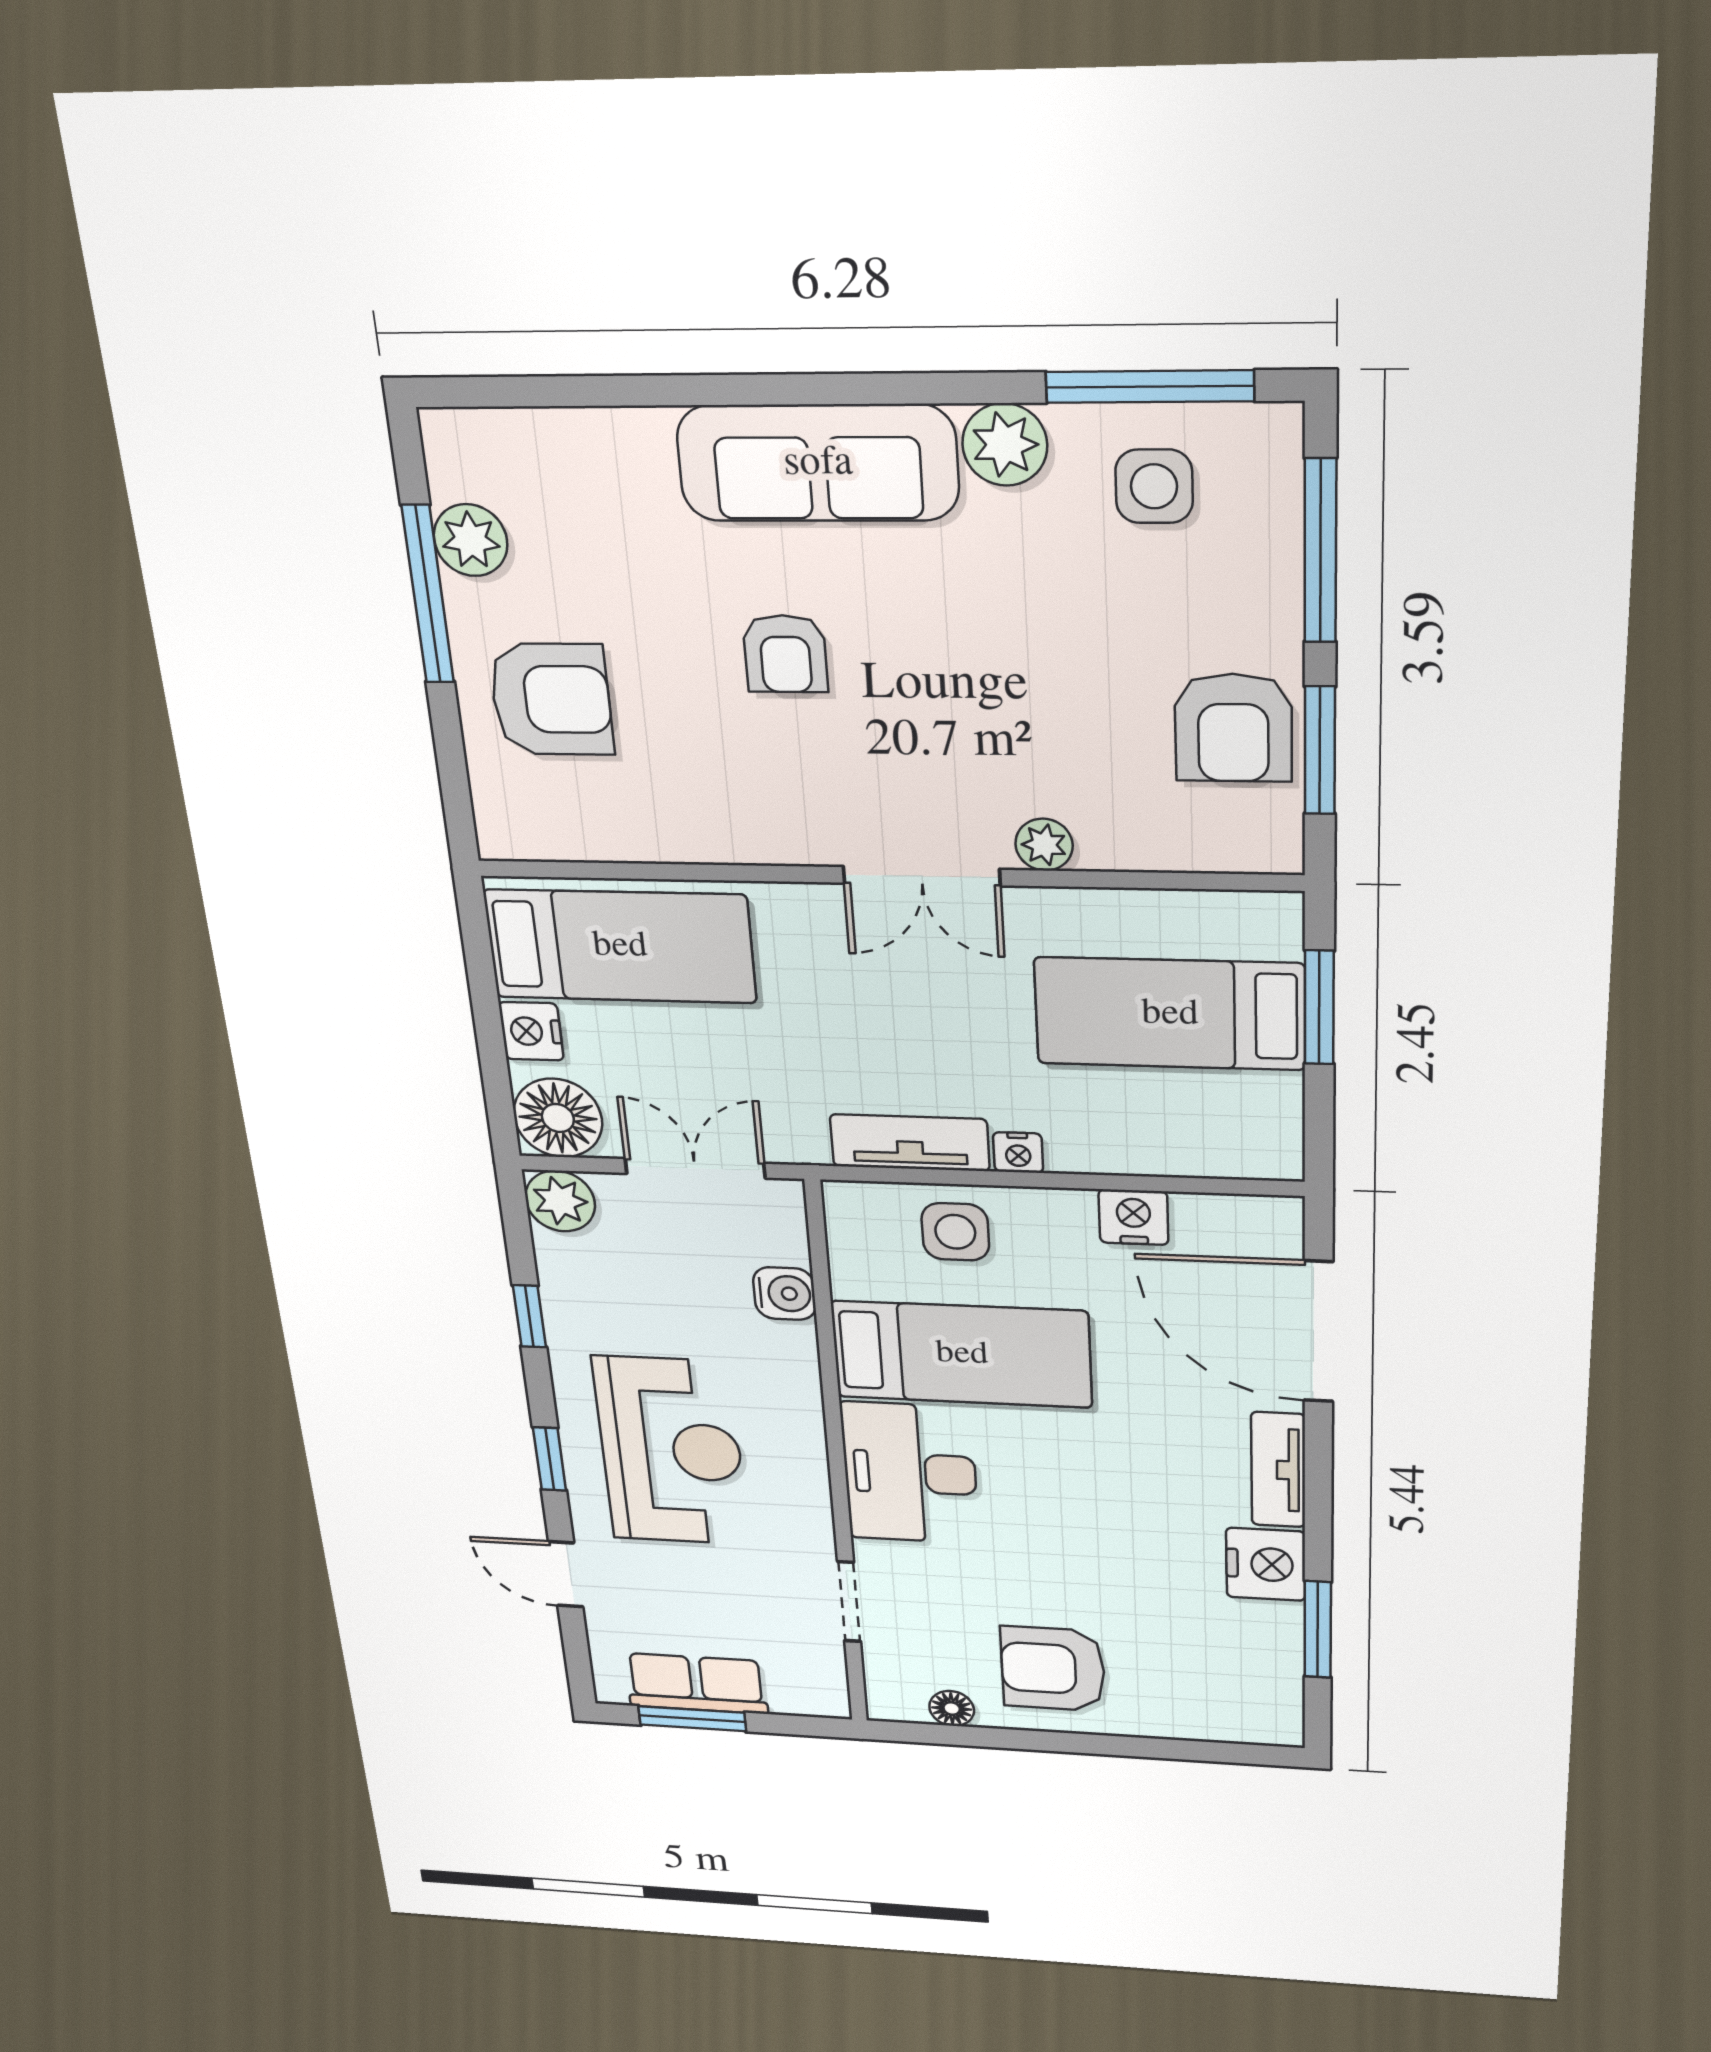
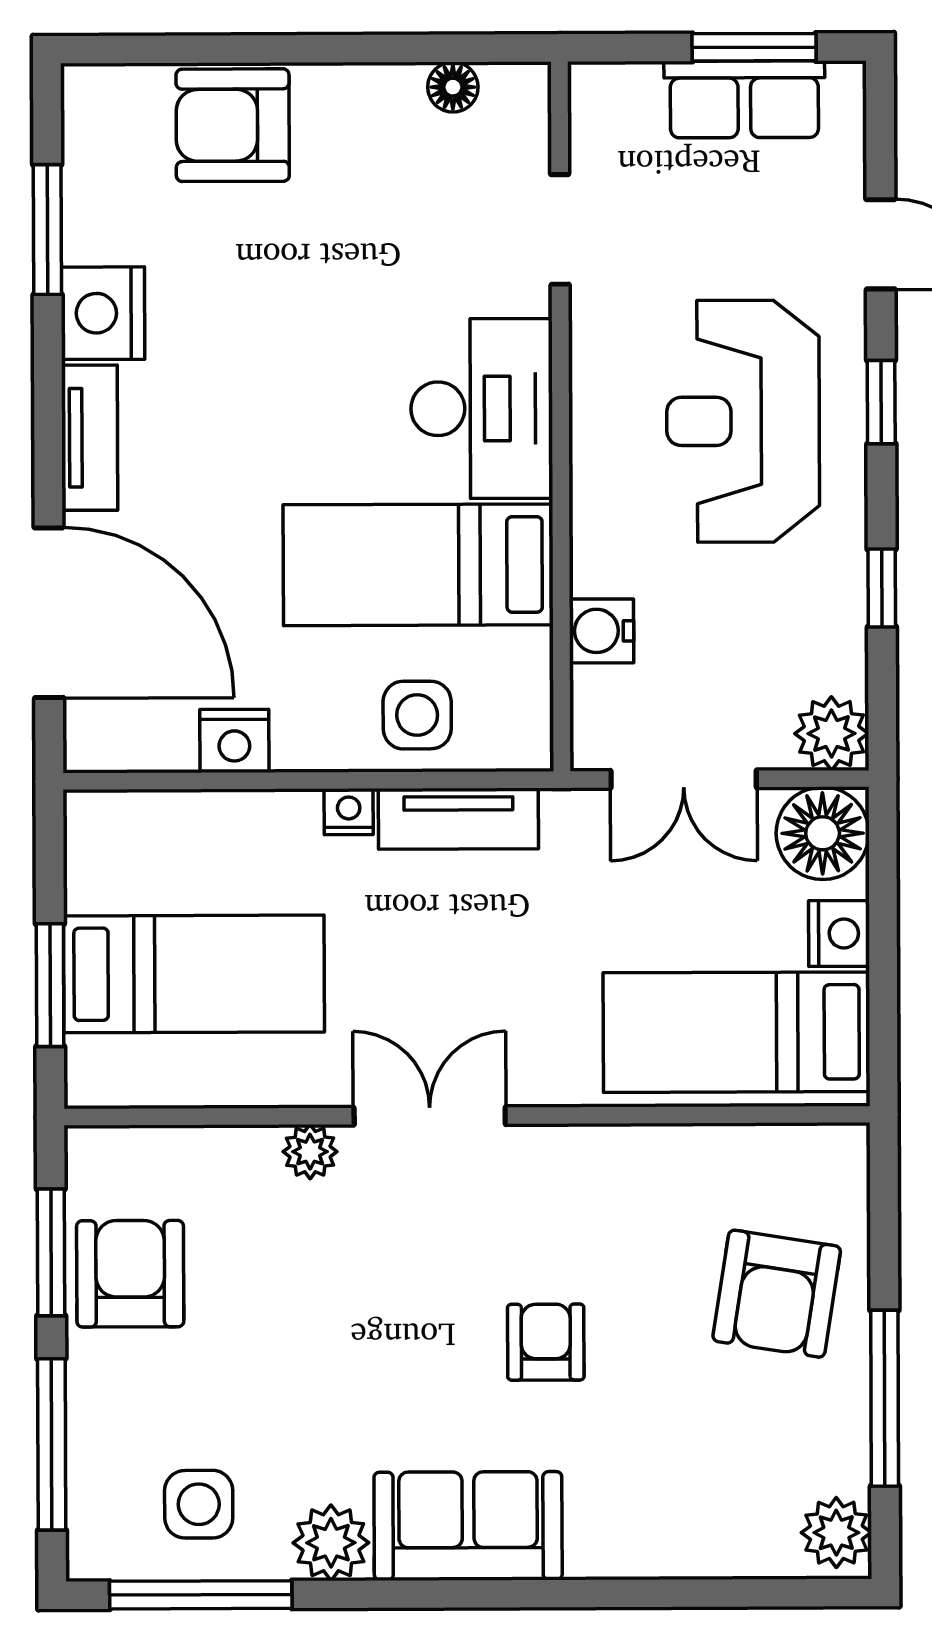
sofa: (818, 463) -> (468, 1526), width x0.73
plant: (471, 540) -> (836, 1533), moved
armchair: (551, 699) -> (777, 1294), turned -81
armchair: (1053, 1669) -> (233, 125), moved, turned 180

